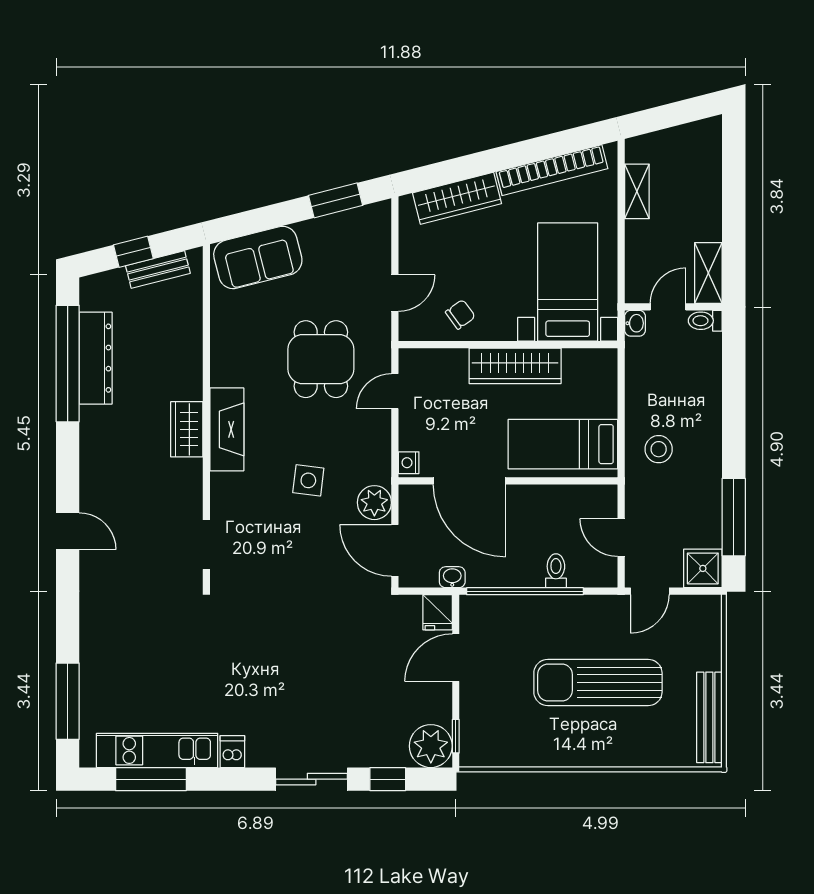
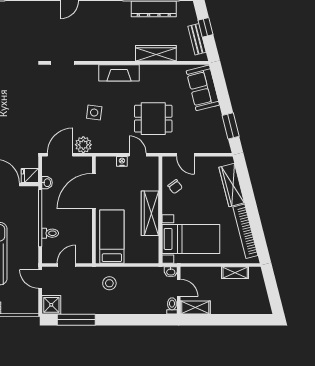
wardrobe: (187, 429) -> (156, 53), moved, width x1.50
nightstand: (409, 463) -> (122, 161), moved

